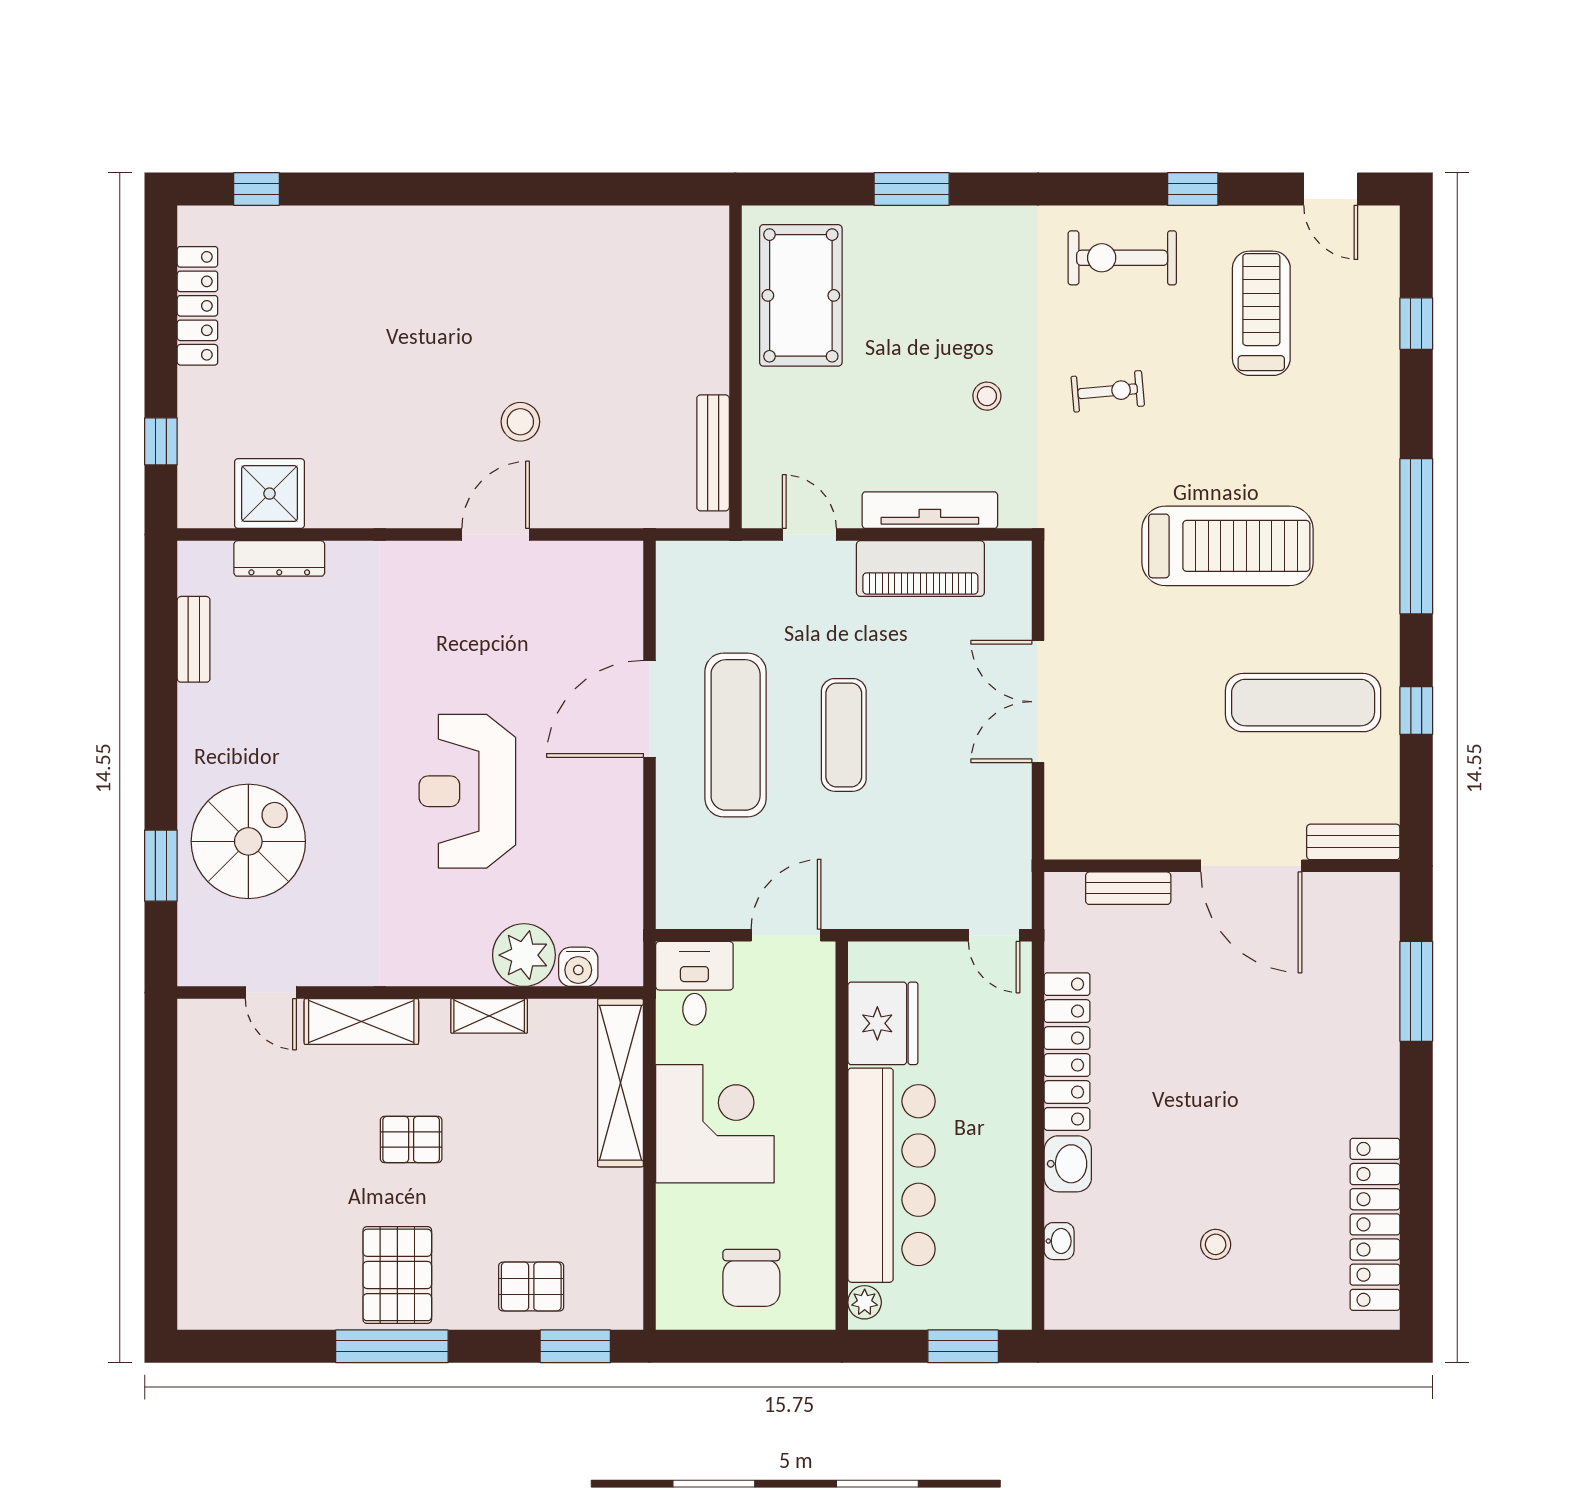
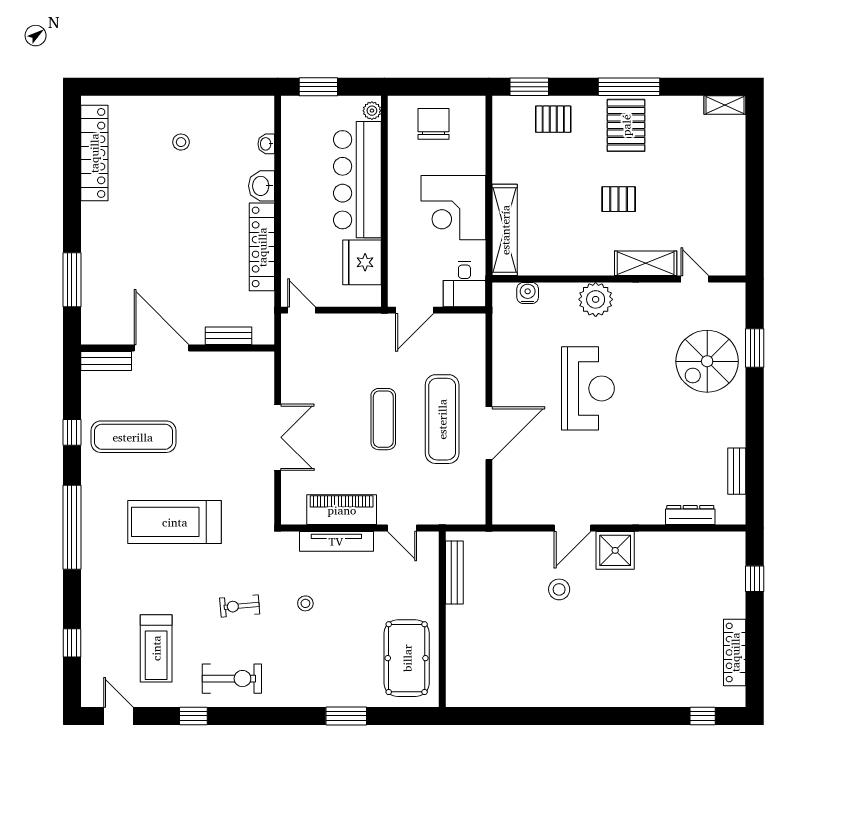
shower: (270, 494) -> (615, 550), moved
plant: (524, 955) -> (596, 299), moved
shelving: (489, 1016) -> (725, 105), moved

